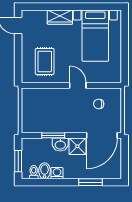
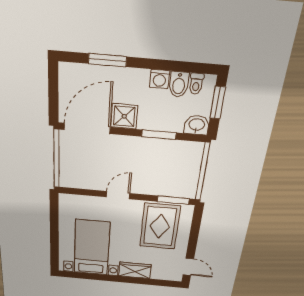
rug: (45, 61) -> (160, 226), width x1.36, depth x1.43
window: (37, 85) -> (173, 200), added
door: (78, 85) -> (118, 195), swing flipped
chair: (99, 104) -> (90, 170), removed
washbasin: (60, 145) -> (197, 125), moved

